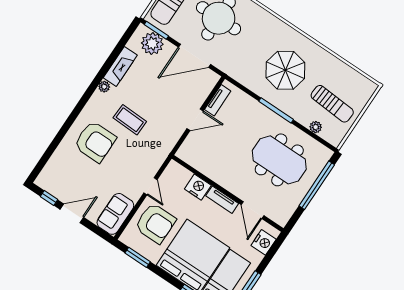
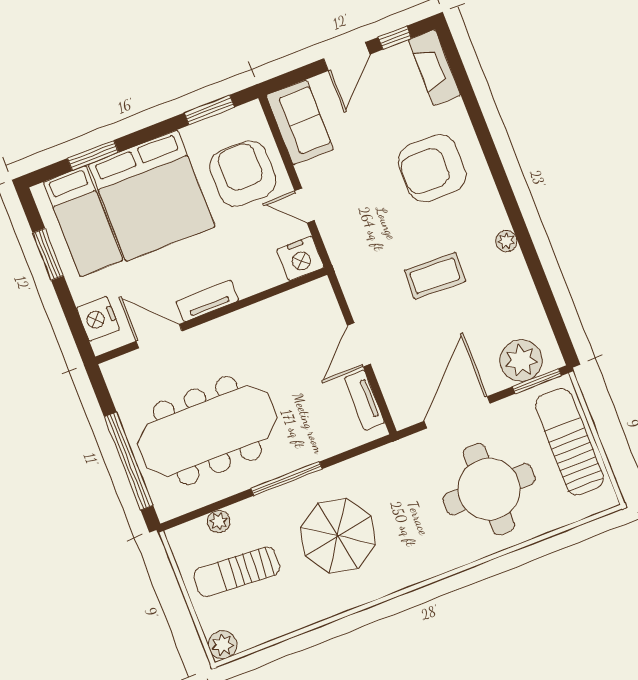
fireplace: (120, 66) -> (434, 67), moved
plant: (369, 88) -> (223, 645), added
coffee table: (130, 120) -> (435, 276), moved
meeting table: (279, 160) -> (207, 431), width x1.36
nightstand: (198, 187) -> (300, 258), moved
armchair: (155, 223) -> (243, 174), turned 90

